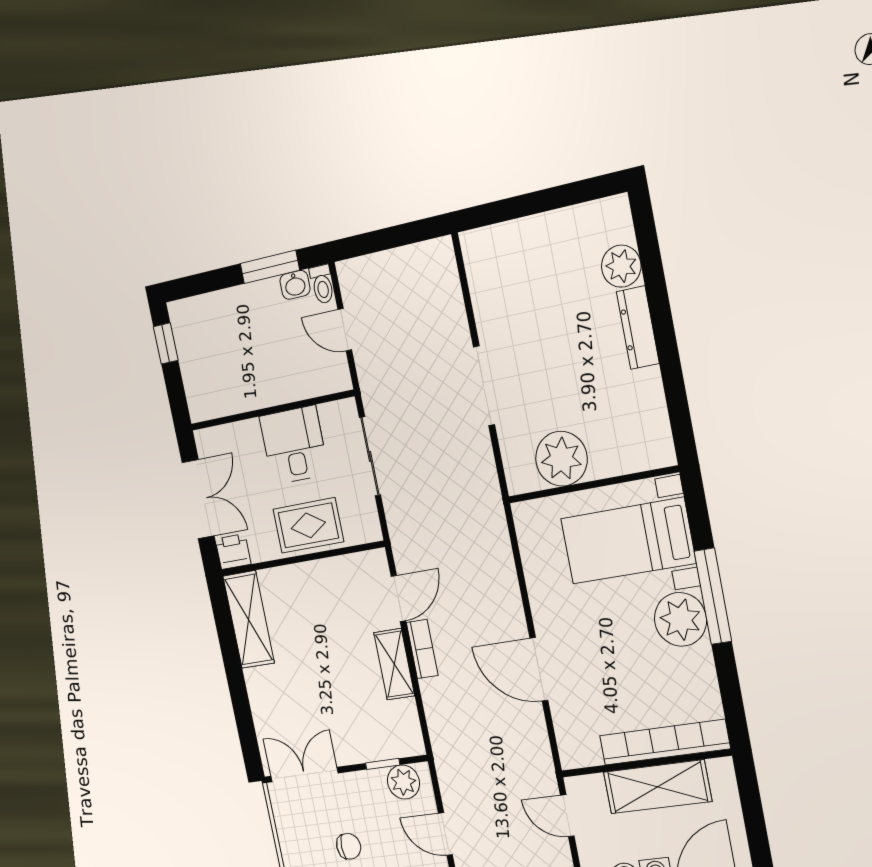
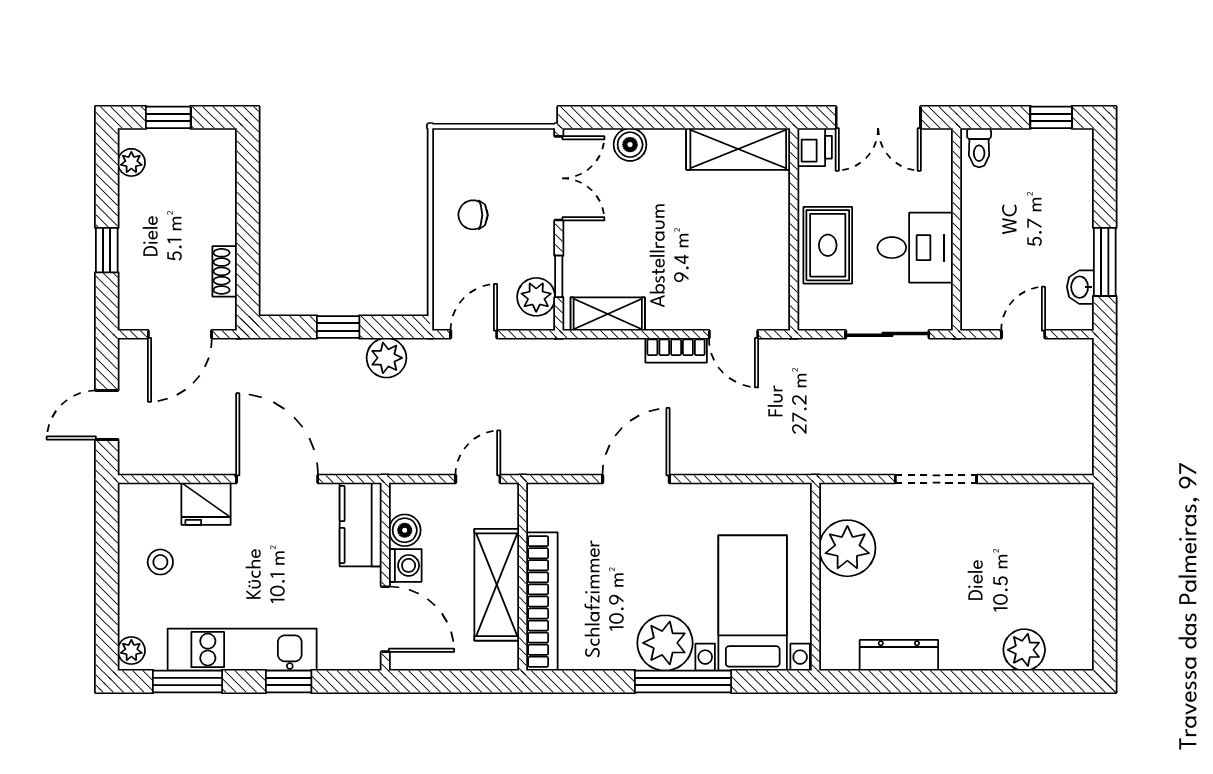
toilet: (322, 284) -> (979, 148), moved, turned -90
dresser: (638, 328) -> (899, 655), moved
shelving: (394, 664) -> (608, 314), moved
boiler: (265, 716) -> (630, 145), added
chair: (349, 846) -> (473, 215), turned 90

